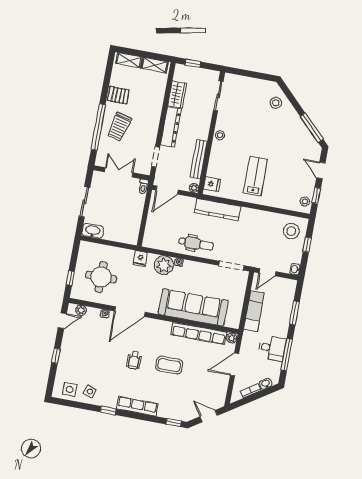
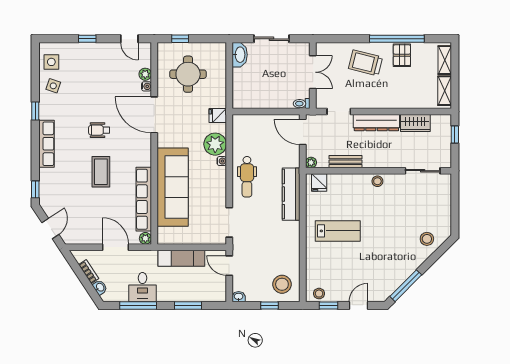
window: (98, 127) -> (397, 39), moved
bench: (199, 159) -> (345, 162), width x0.73
plant: (81, 310) -> (145, 74), moved

